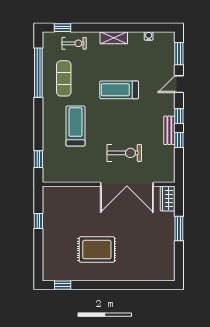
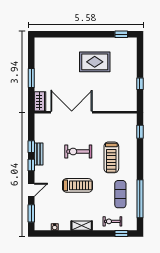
exercise bike: (124, 153) -> (78, 152), moved

